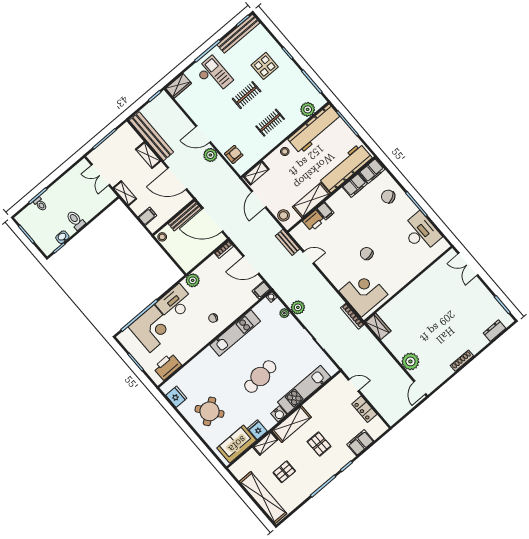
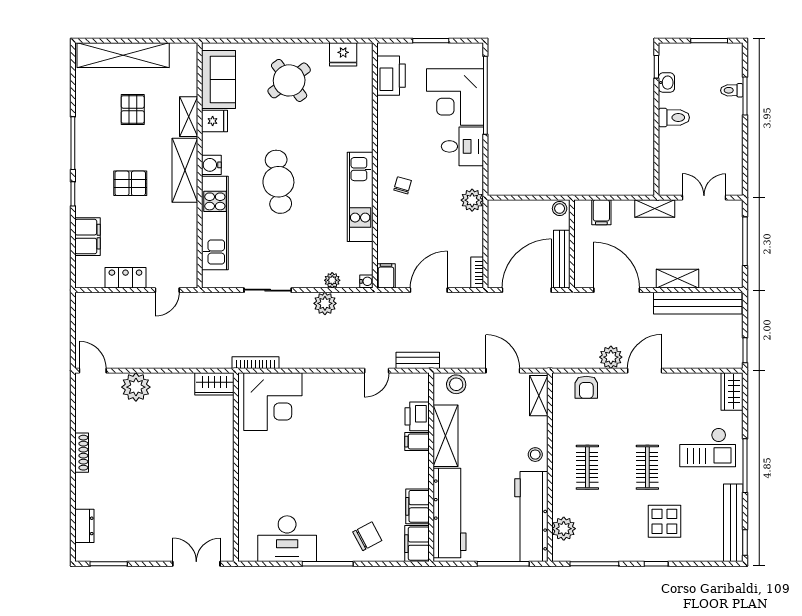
door: (177, 179) -> (617, 290), hinge flipped
chair: (367, 254) -> (319, 448), removed
desk: (175, 303) -> (462, 146), width x0.73

